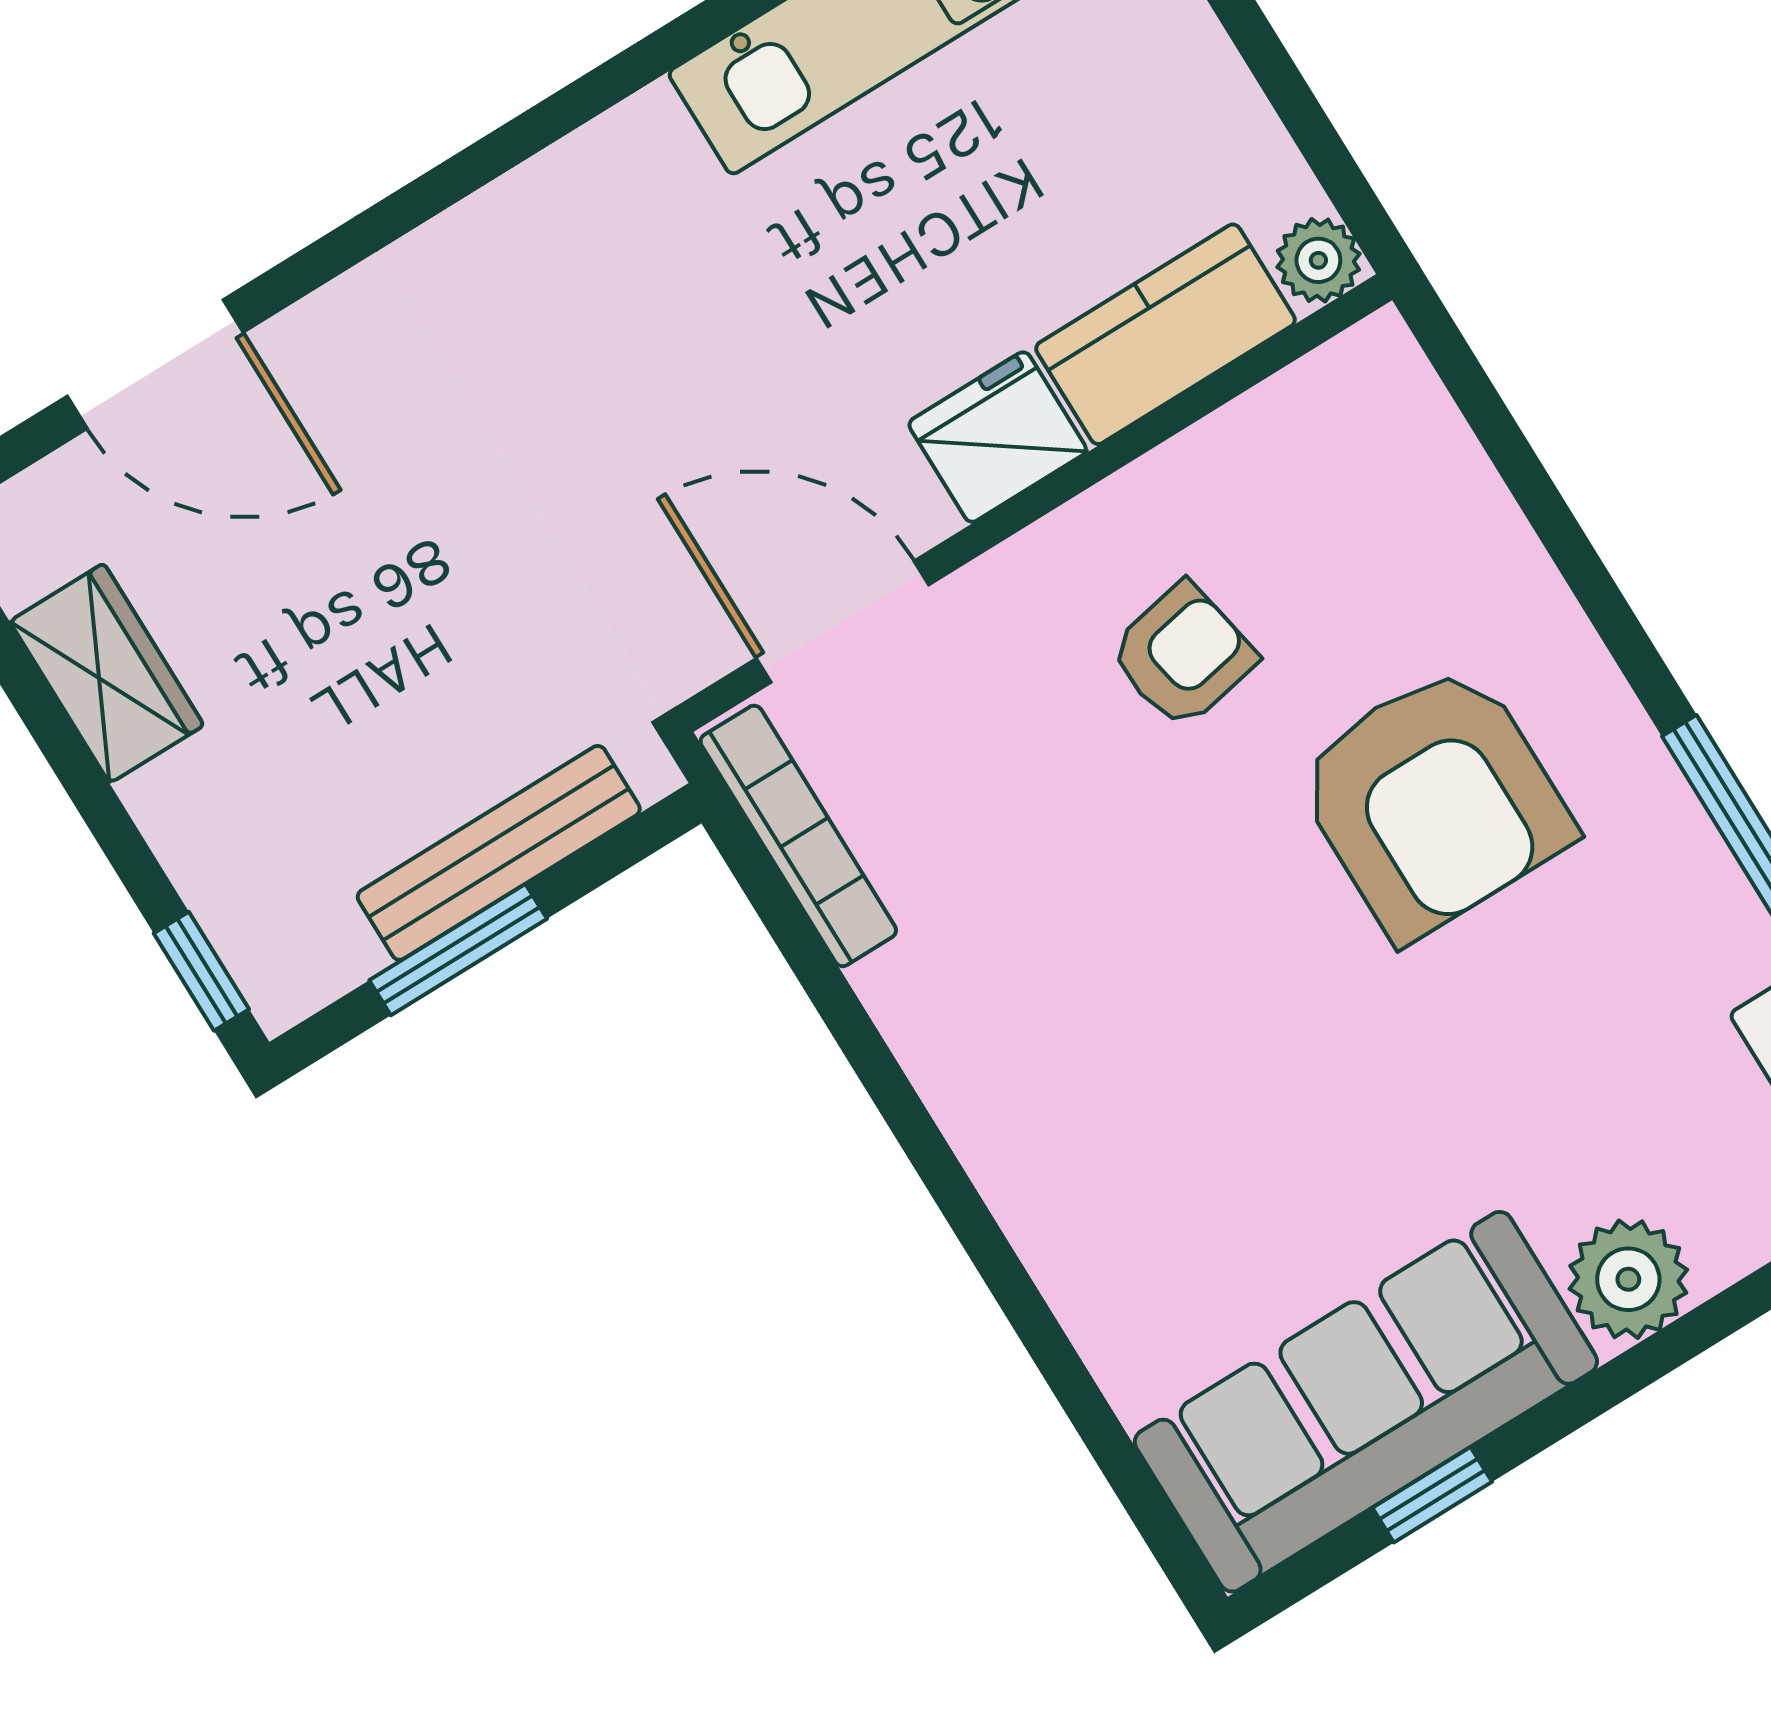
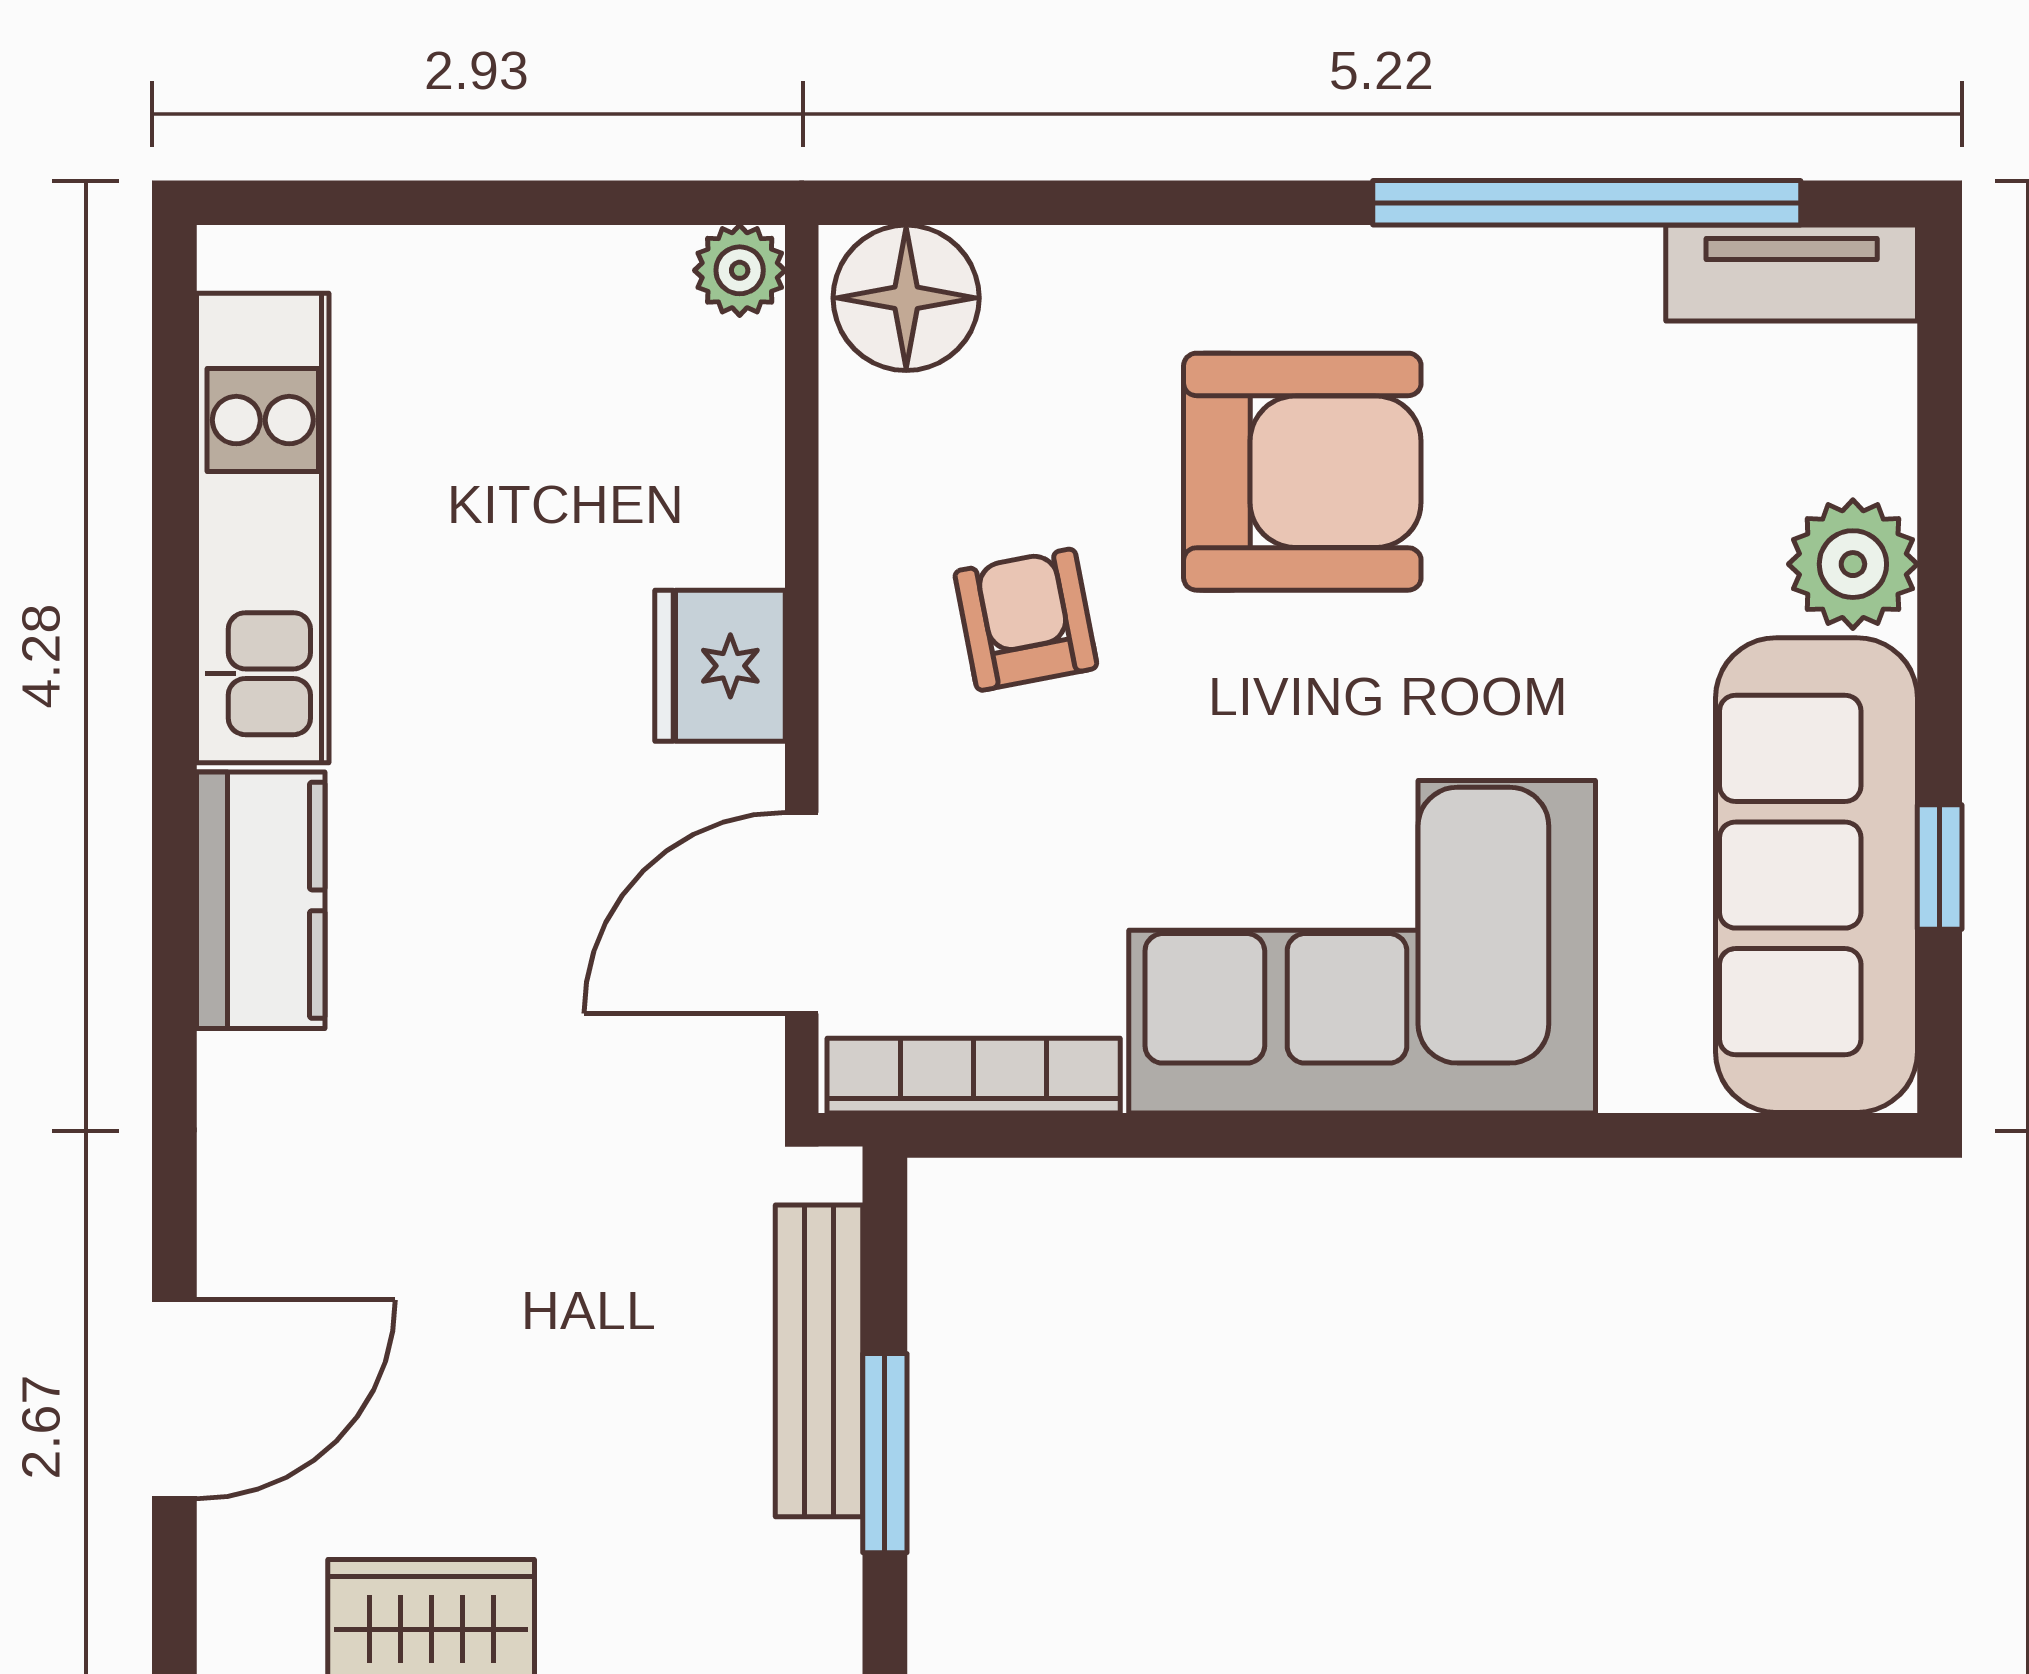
kitchen counter: (1166, 334) -> (261, 900), moved, turned 180
floor lamp: (1378, 405) -> (906, 298), added
corner sofa: (1089, 1079) -> (1362, 947), added

